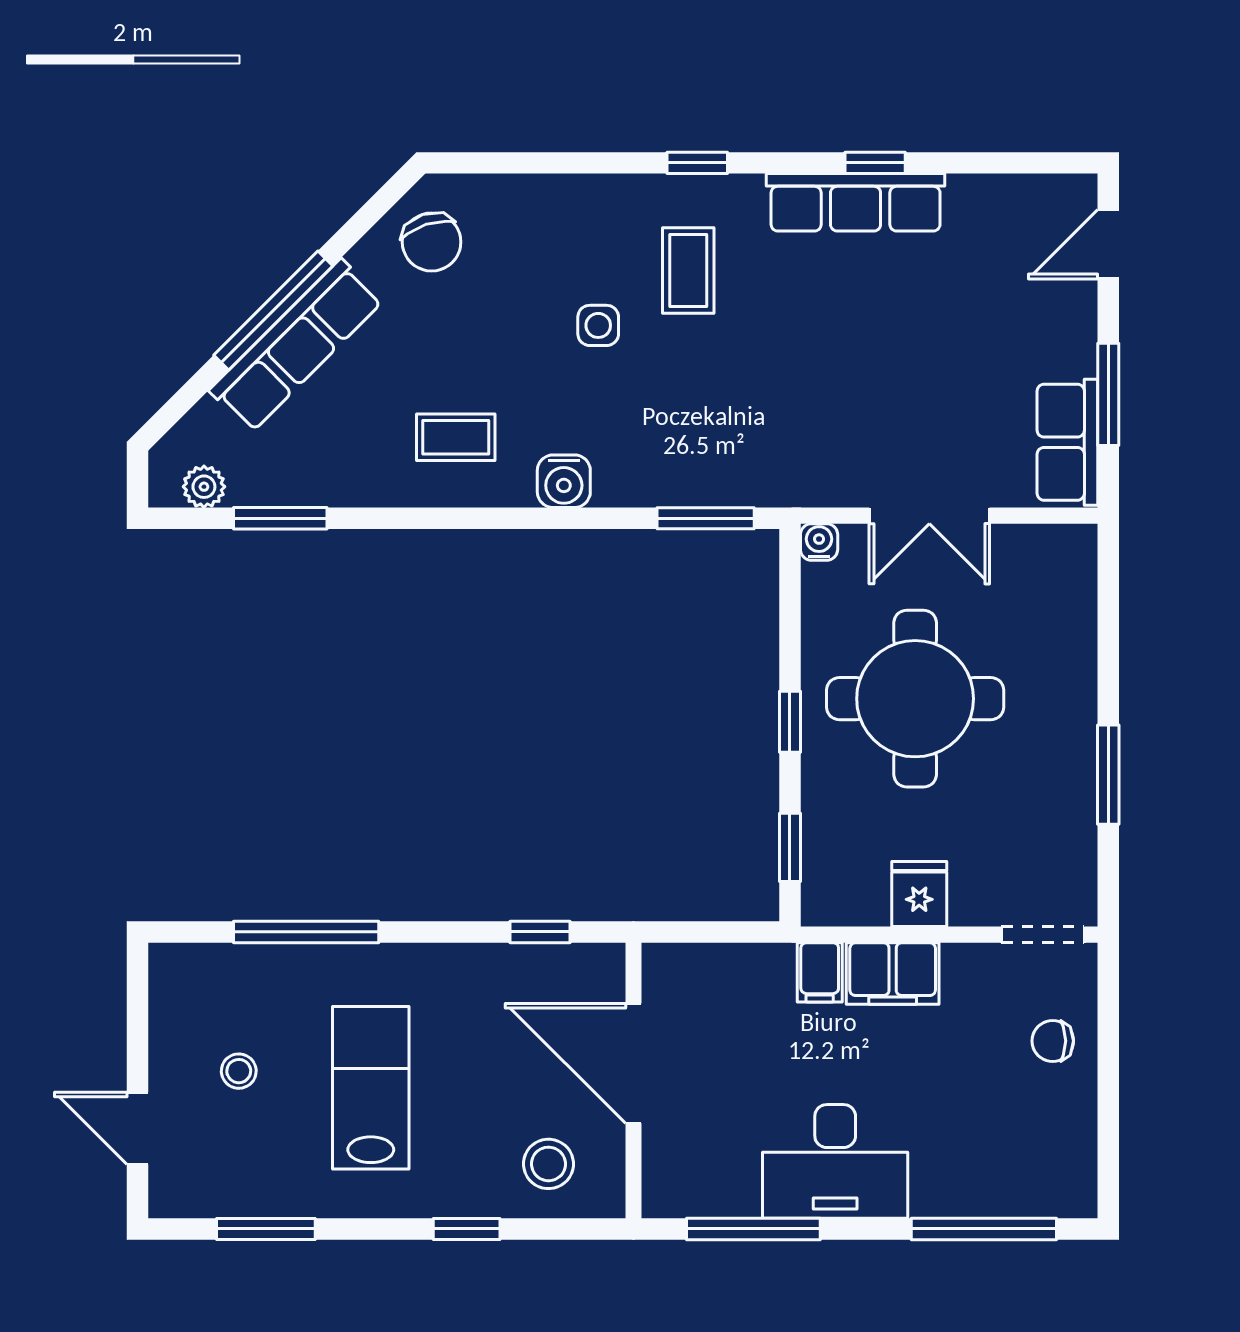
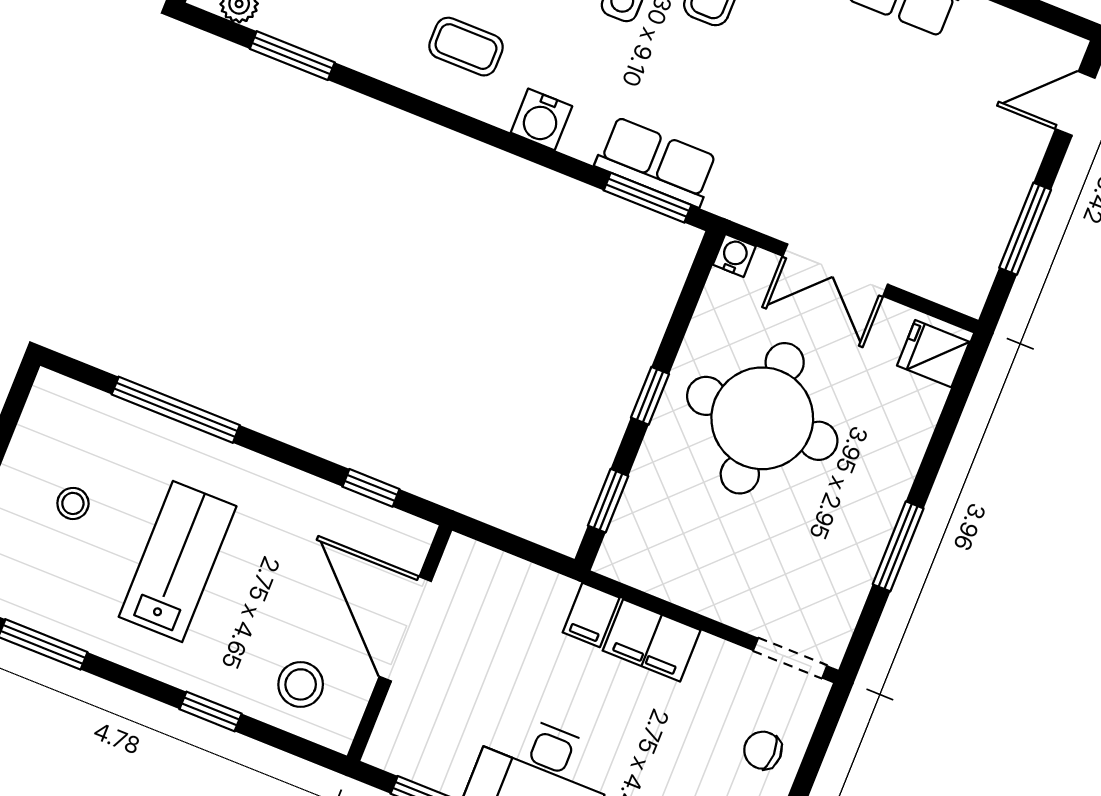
row of seats: (1067, 442) -> (657, 162), moved, turned 90
fridge: (919, 894) -> (933, 354), moved, turned -90

